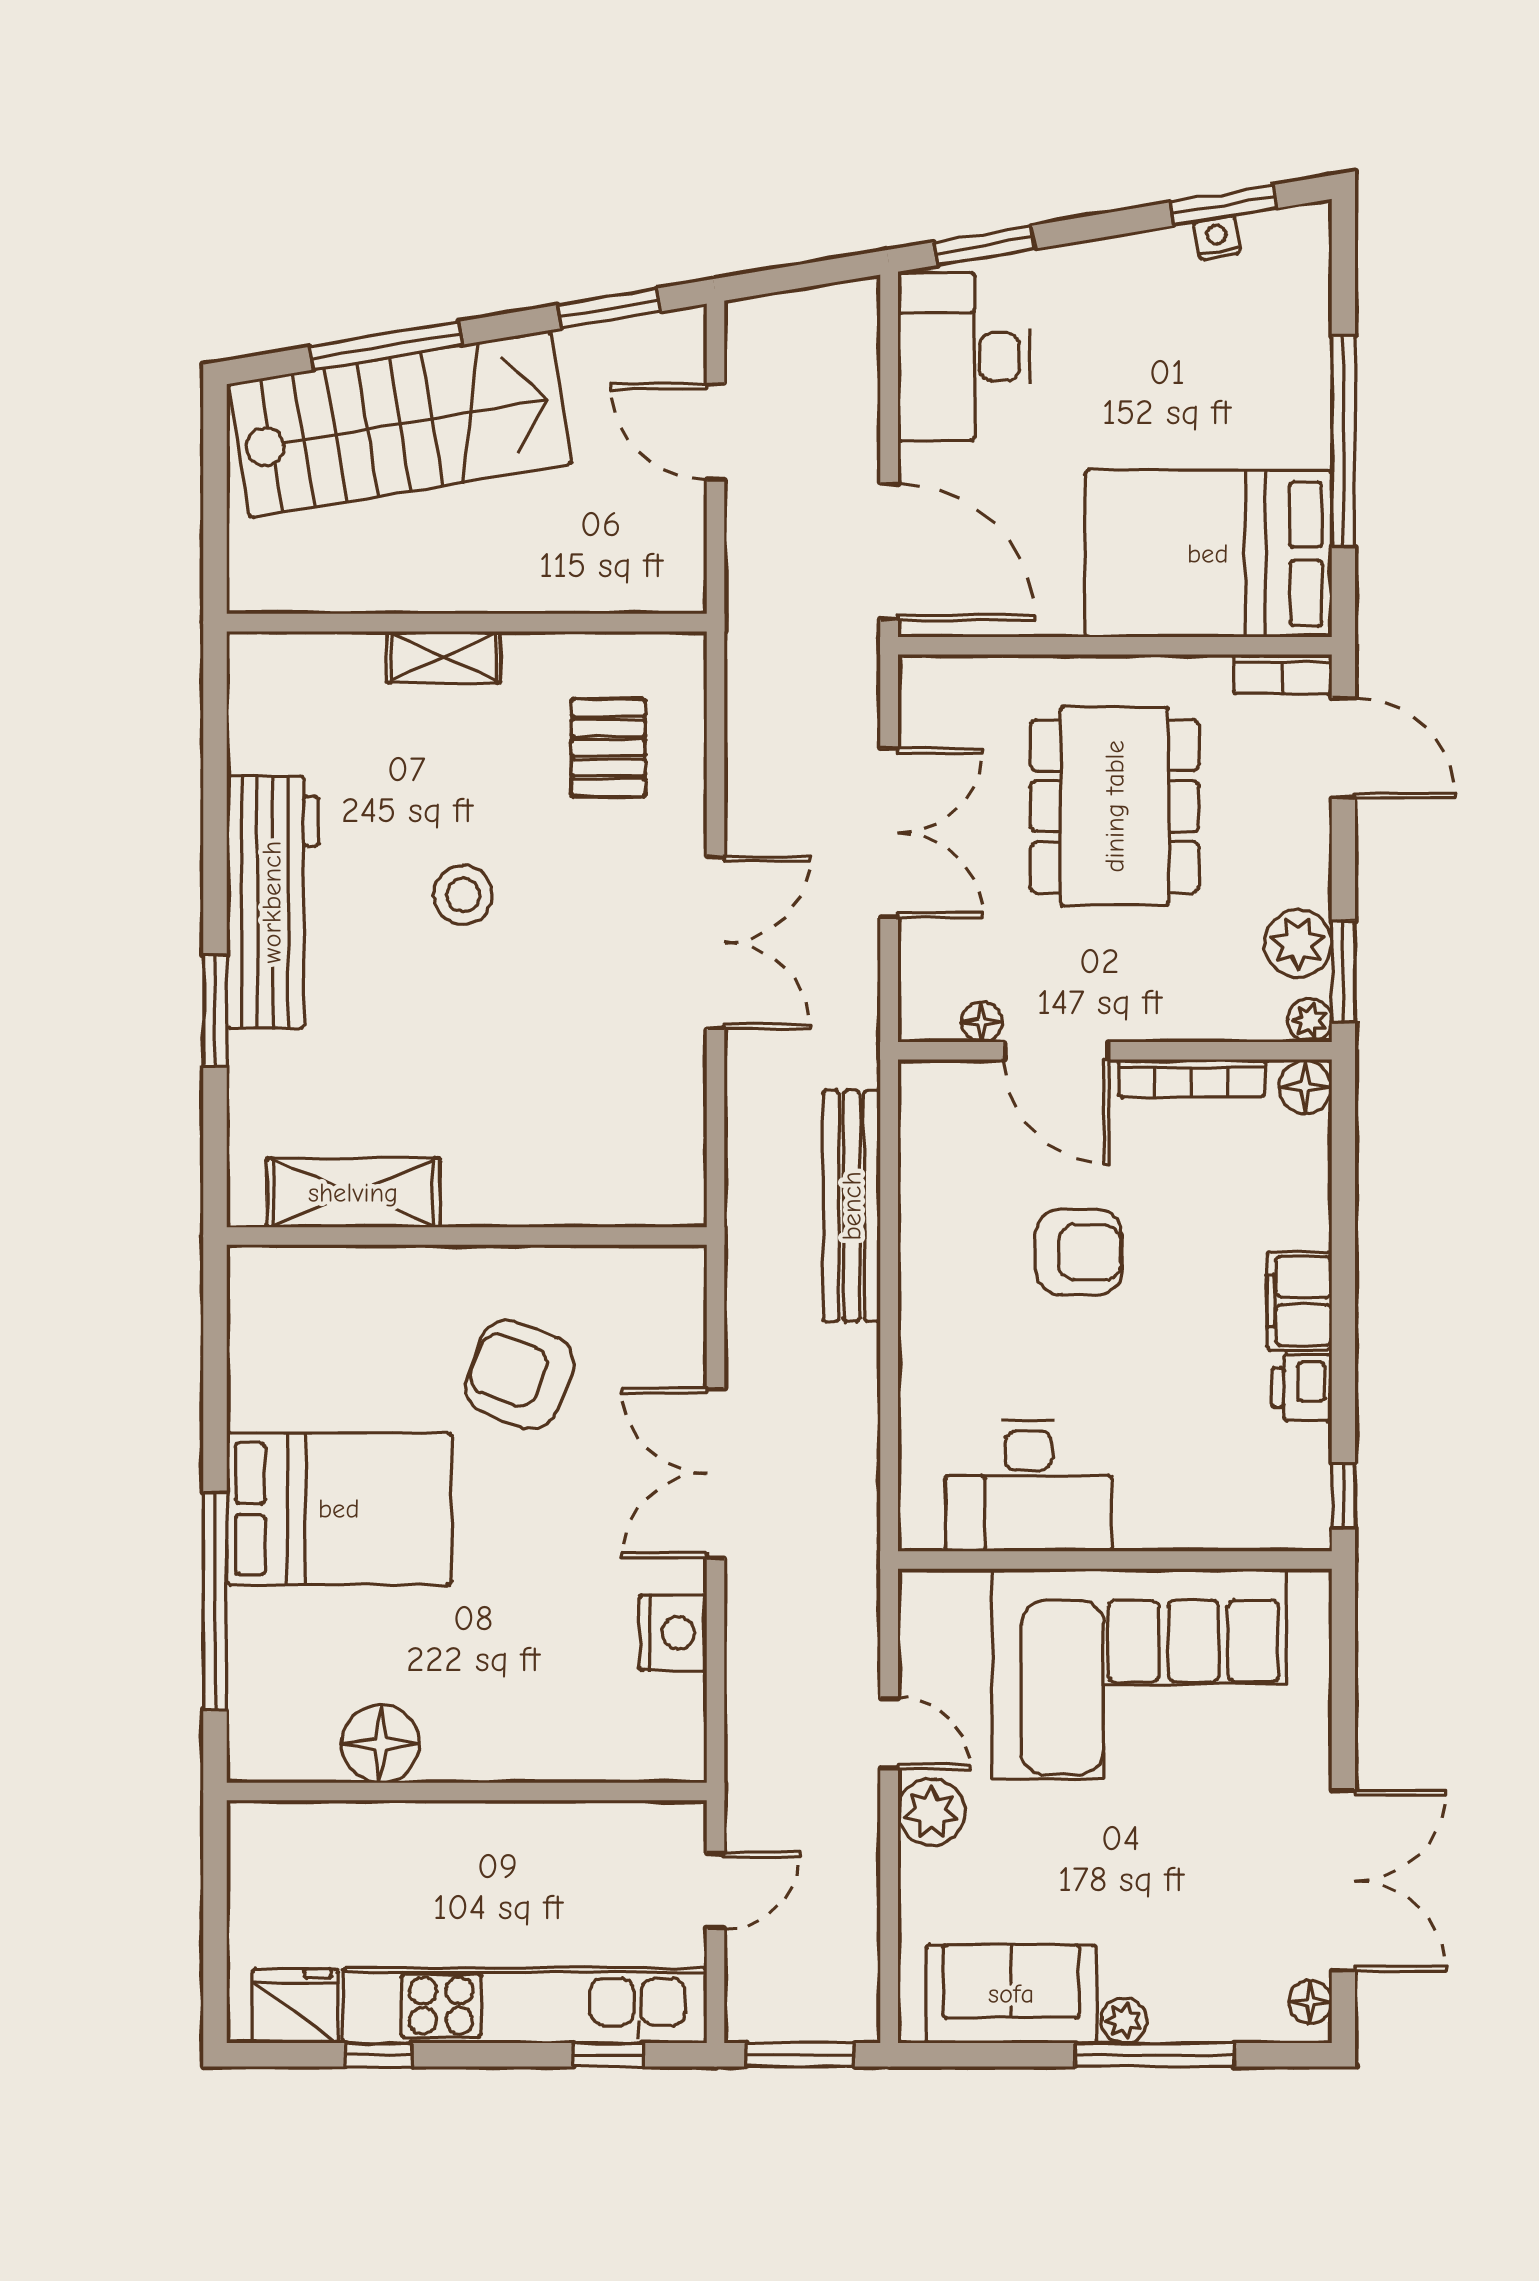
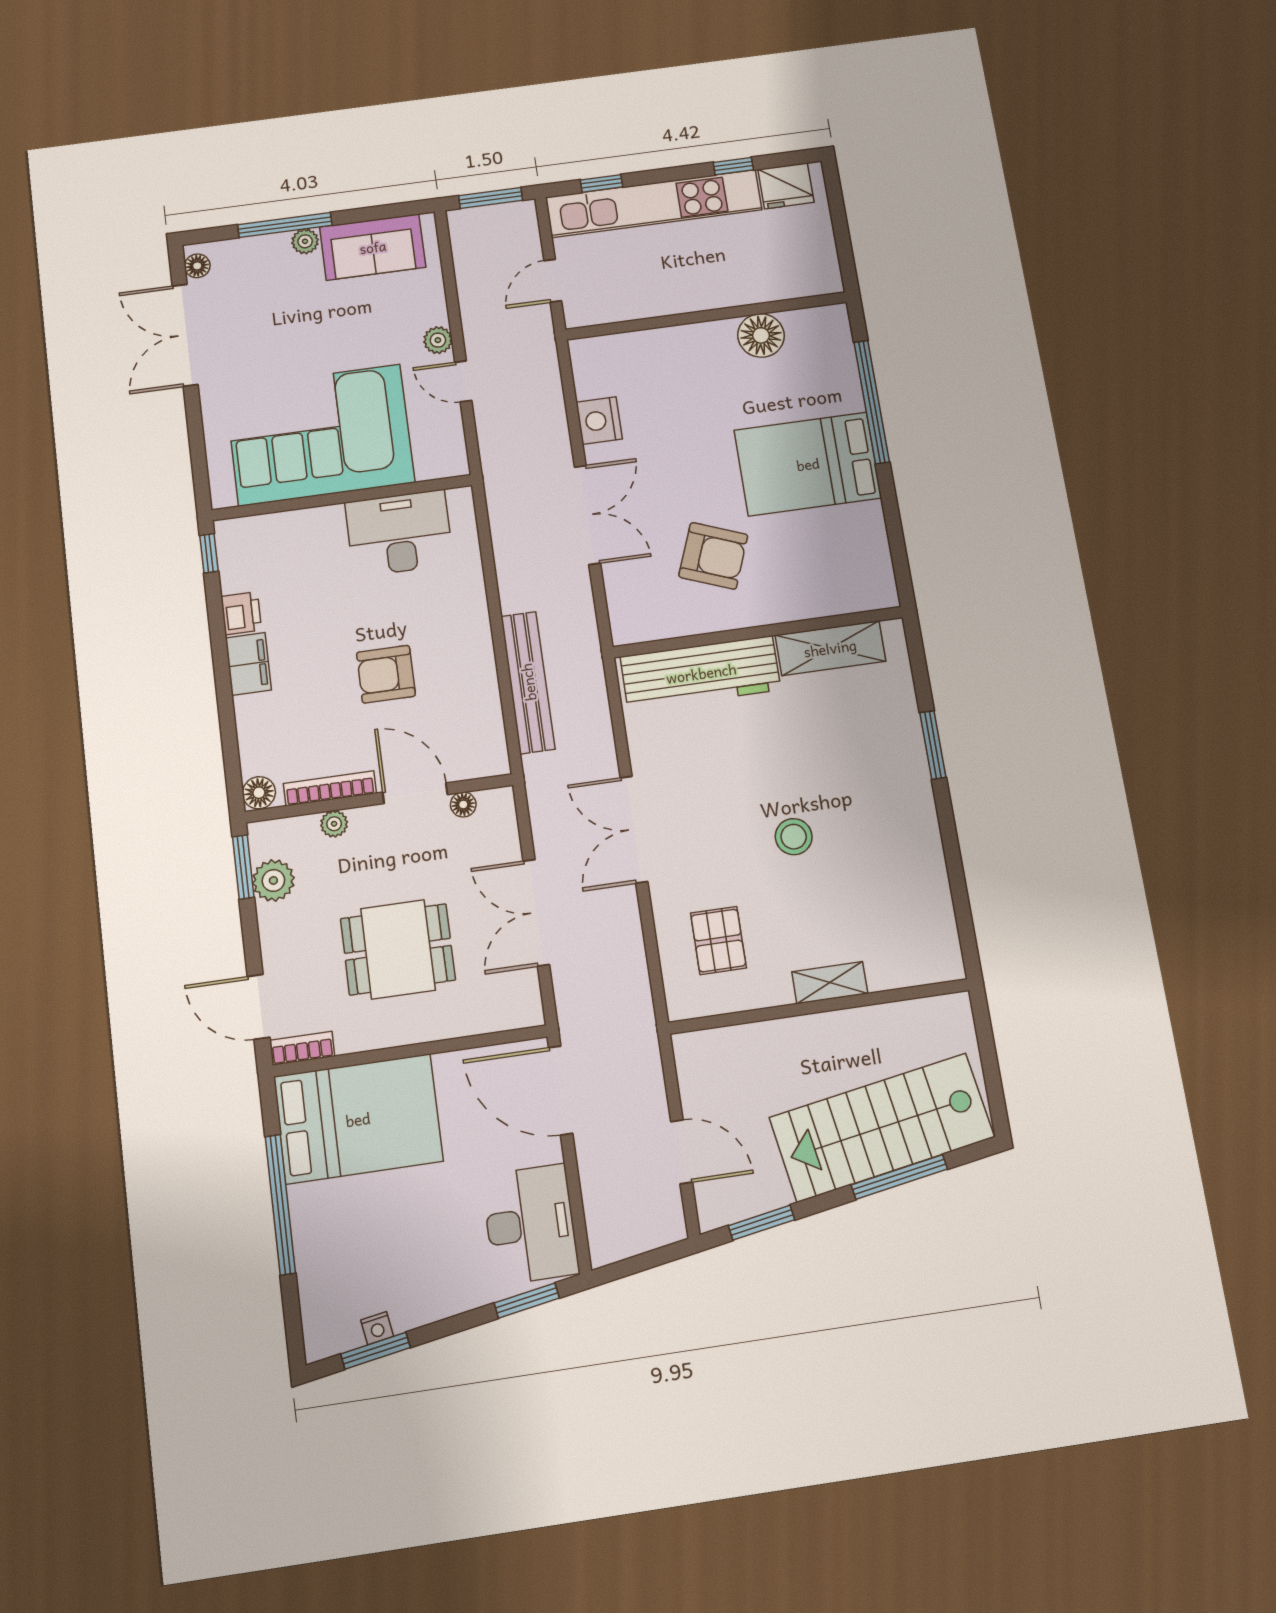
dining table: (1115, 806) -> (398, 949), width x0.73
workbench: (272, 902) -> (701, 673), moved, turned -90
plant: (1310, 1020) -> (334, 824), moved
plant: (931, 1812) -> (438, 340), width x0.73, depth x0.73

